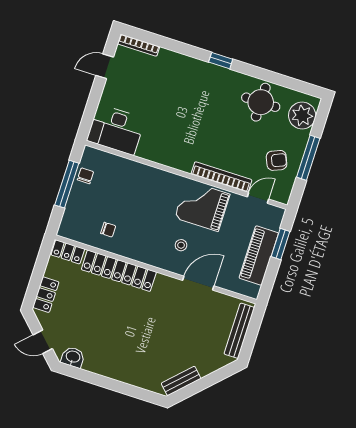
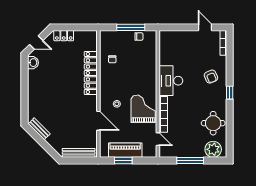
desk: (116, 130) -> (171, 81), moved
armchair: (277, 160) -> (211, 77), moved
window: (281, 244) -> (123, 161), moved
locker: (68, 252) -> (92, 40), removed
door: (43, 342) -> (36, 43), swing flipped

